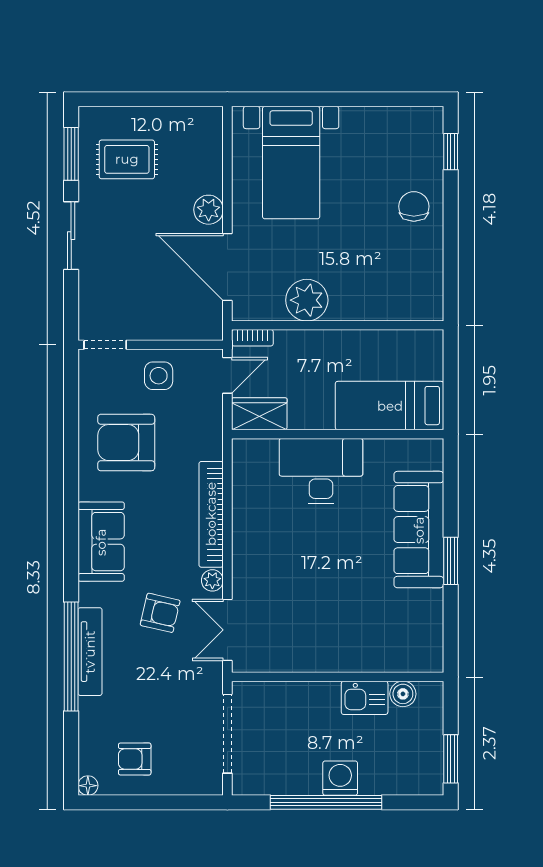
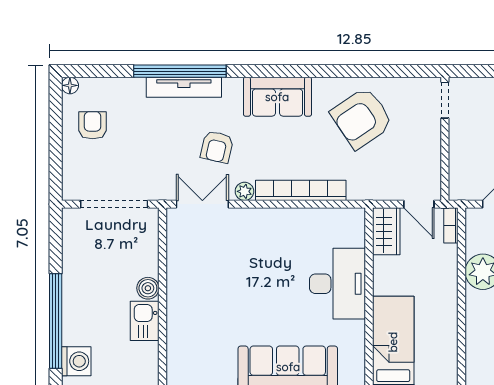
side table: (159, 376) -> (419, 146), removed
armchair: (126, 443) -> (362, 118), turned -124
boiler: (403, 694) -> (148, 288), moved
washing machine: (340, 778) -> (76, 361), moved
window: (326, 802) -> (56, 321), moved

